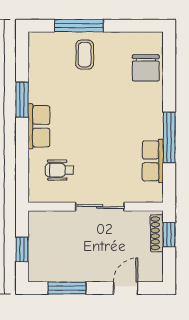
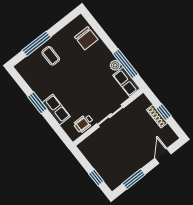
plant: (155, 129) -> (115, 65), added
wall: (96, 207) -> (108, 117), moved
sliding door: (100, 207) -> (110, 116), moved

